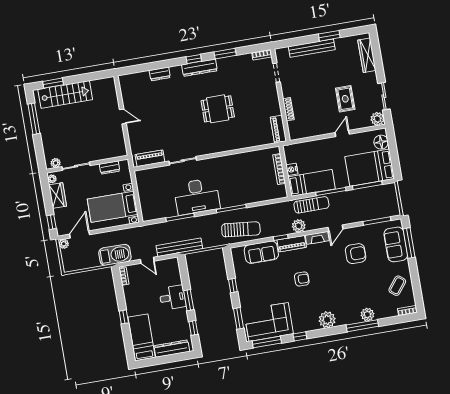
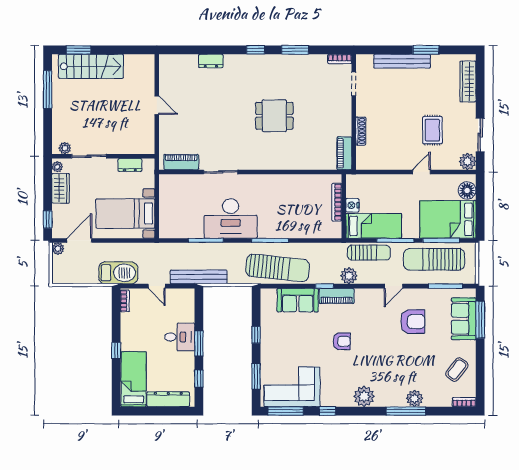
dresser: (199, 68) -> (261, 62), removed
sun lounger: (364, 201) -> (434, 259), added
sun lounger: (241, 229) -> (278, 268), width x1.36, depth x1.34
fireplace: (317, 238) -> (369, 294), removed

